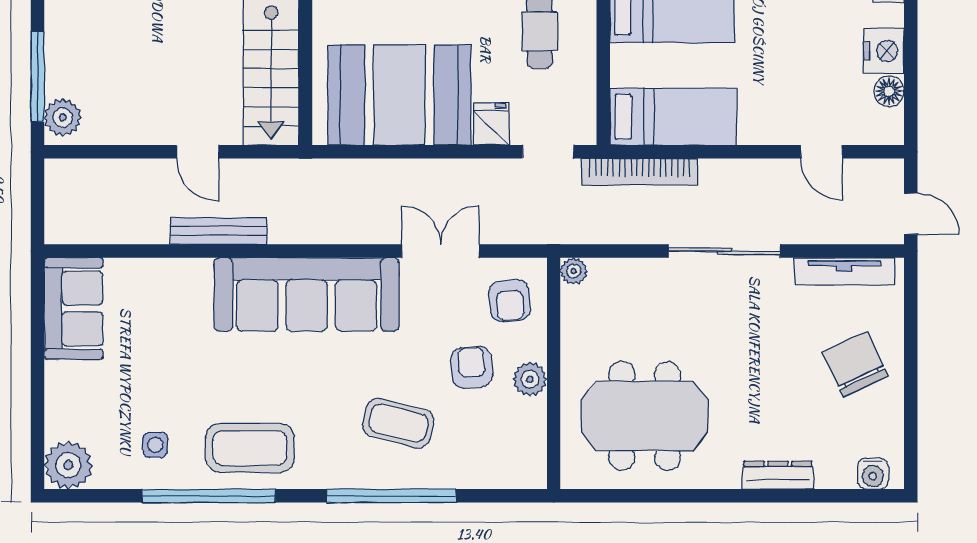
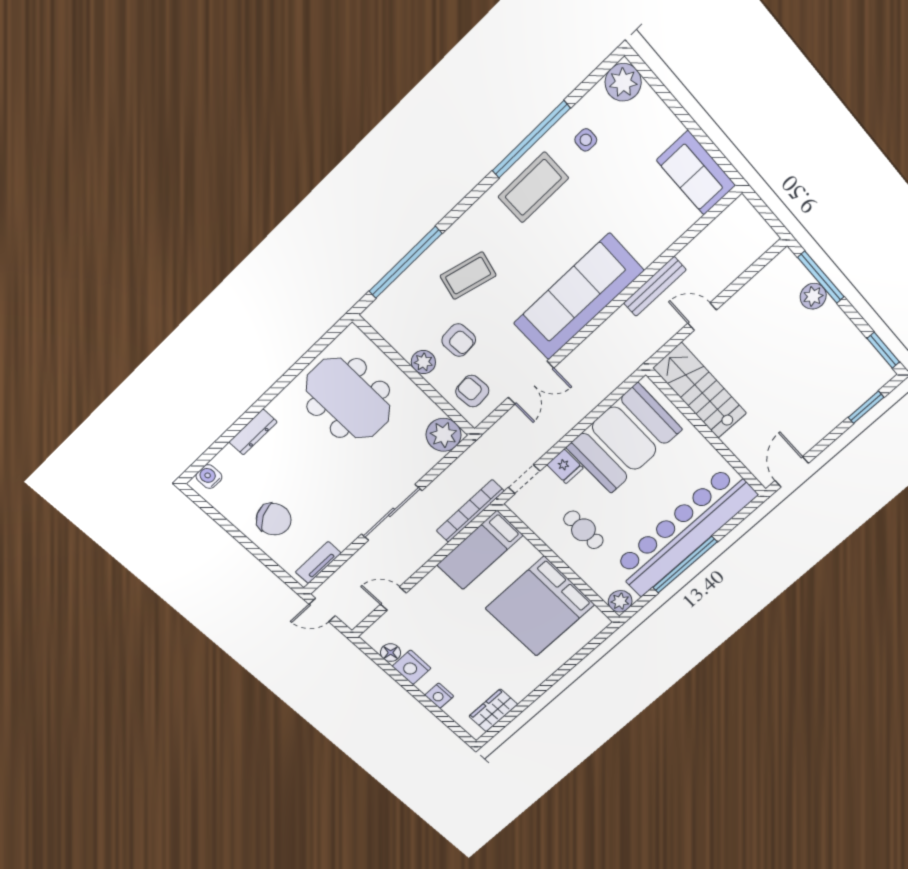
plant: (63, 117) -> (813, 296), moved
plant: (574, 271) -> (444, 435), width x1.88, depth x1.88
tv unit: (844, 271) -> (318, 563), width x0.71
meeting table: (645, 416) -> (348, 398), turned 90
window: (391, 496) -> (405, 262), moved

